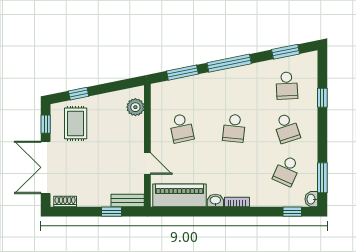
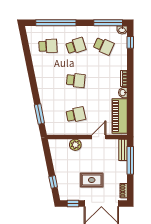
window: (286, 52) -> (26, 47), removed
window: (229, 63) -> (33, 84), removed
window: (322, 98) -> (56, 23), width x3.17
plant: (135, 107) -> (75, 145), moved
rug: (76, 123) -> (92, 180), moved
window: (322, 178) -> (108, 23), width x1.44
window: (111, 212) -> (130, 160), width x2.17

